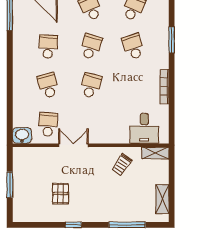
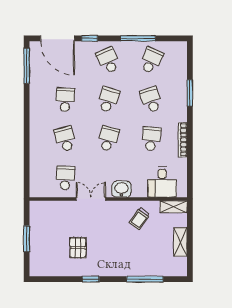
school desk: (133, 85) -> (151, 139), added
washbasin: (22, 135) -> (122, 189), moved
shelving: (162, 199) -> (180, 242), moved

